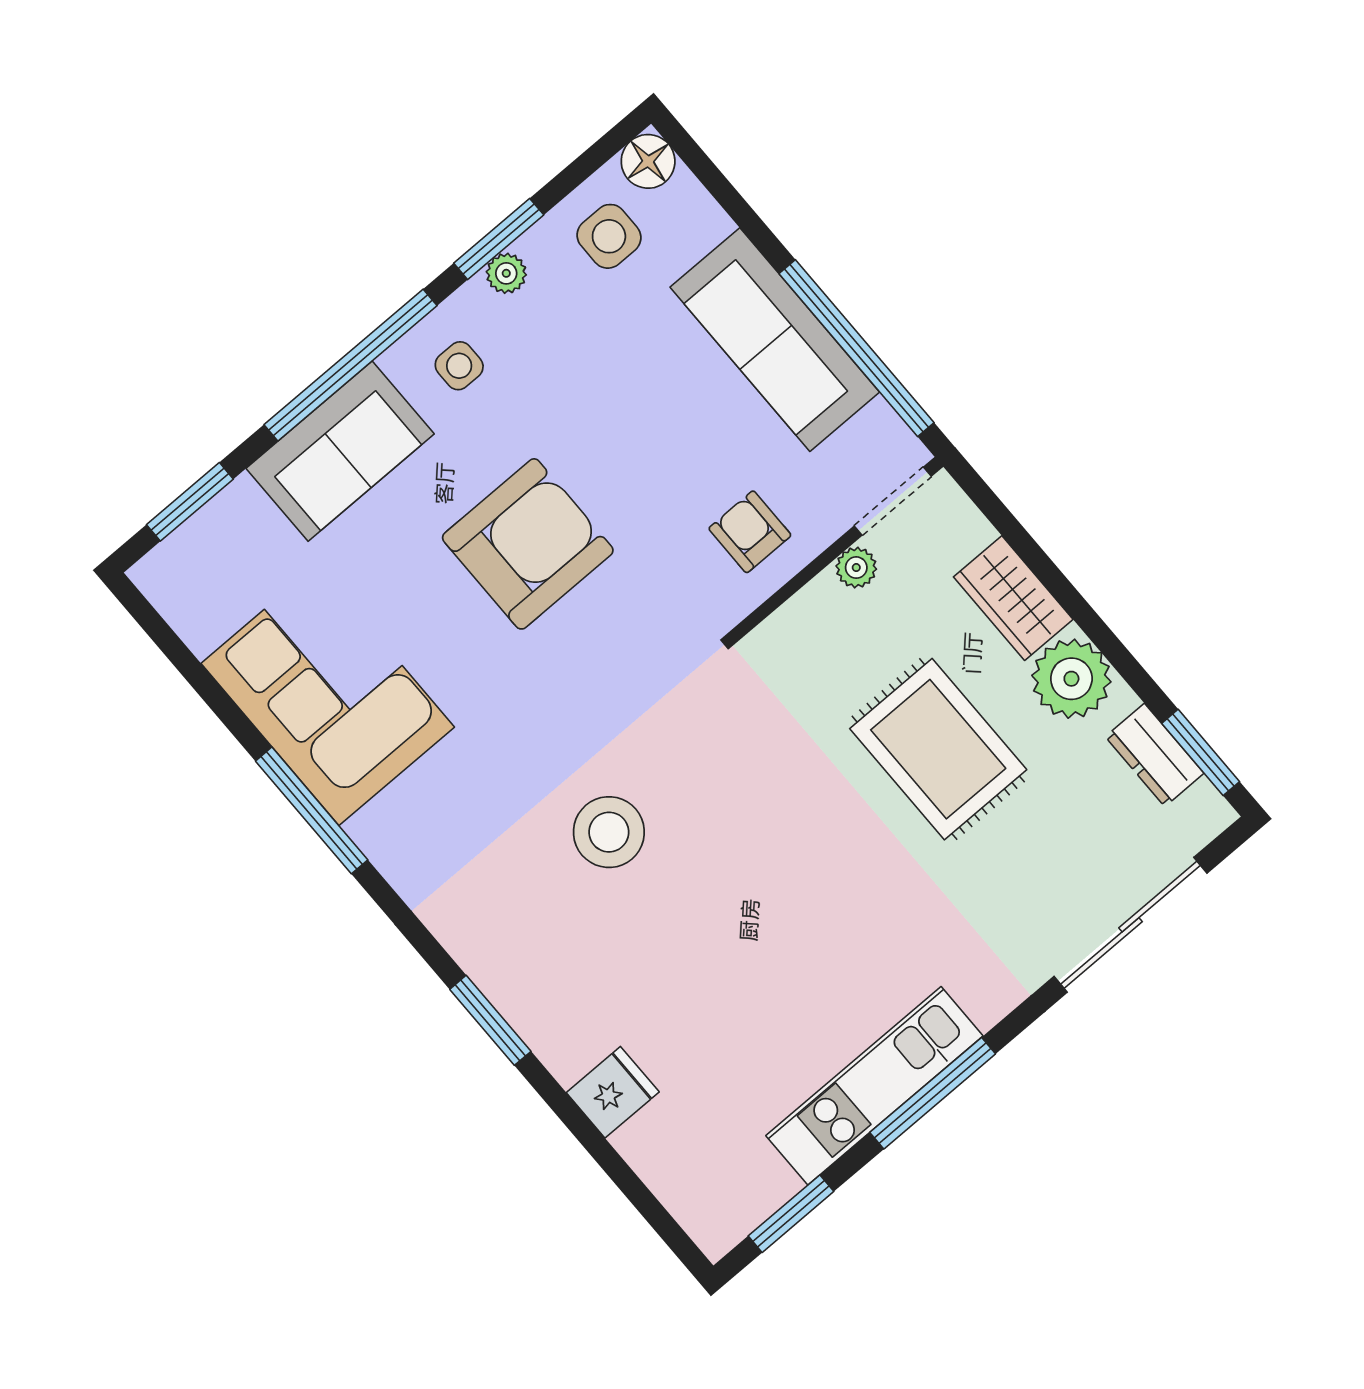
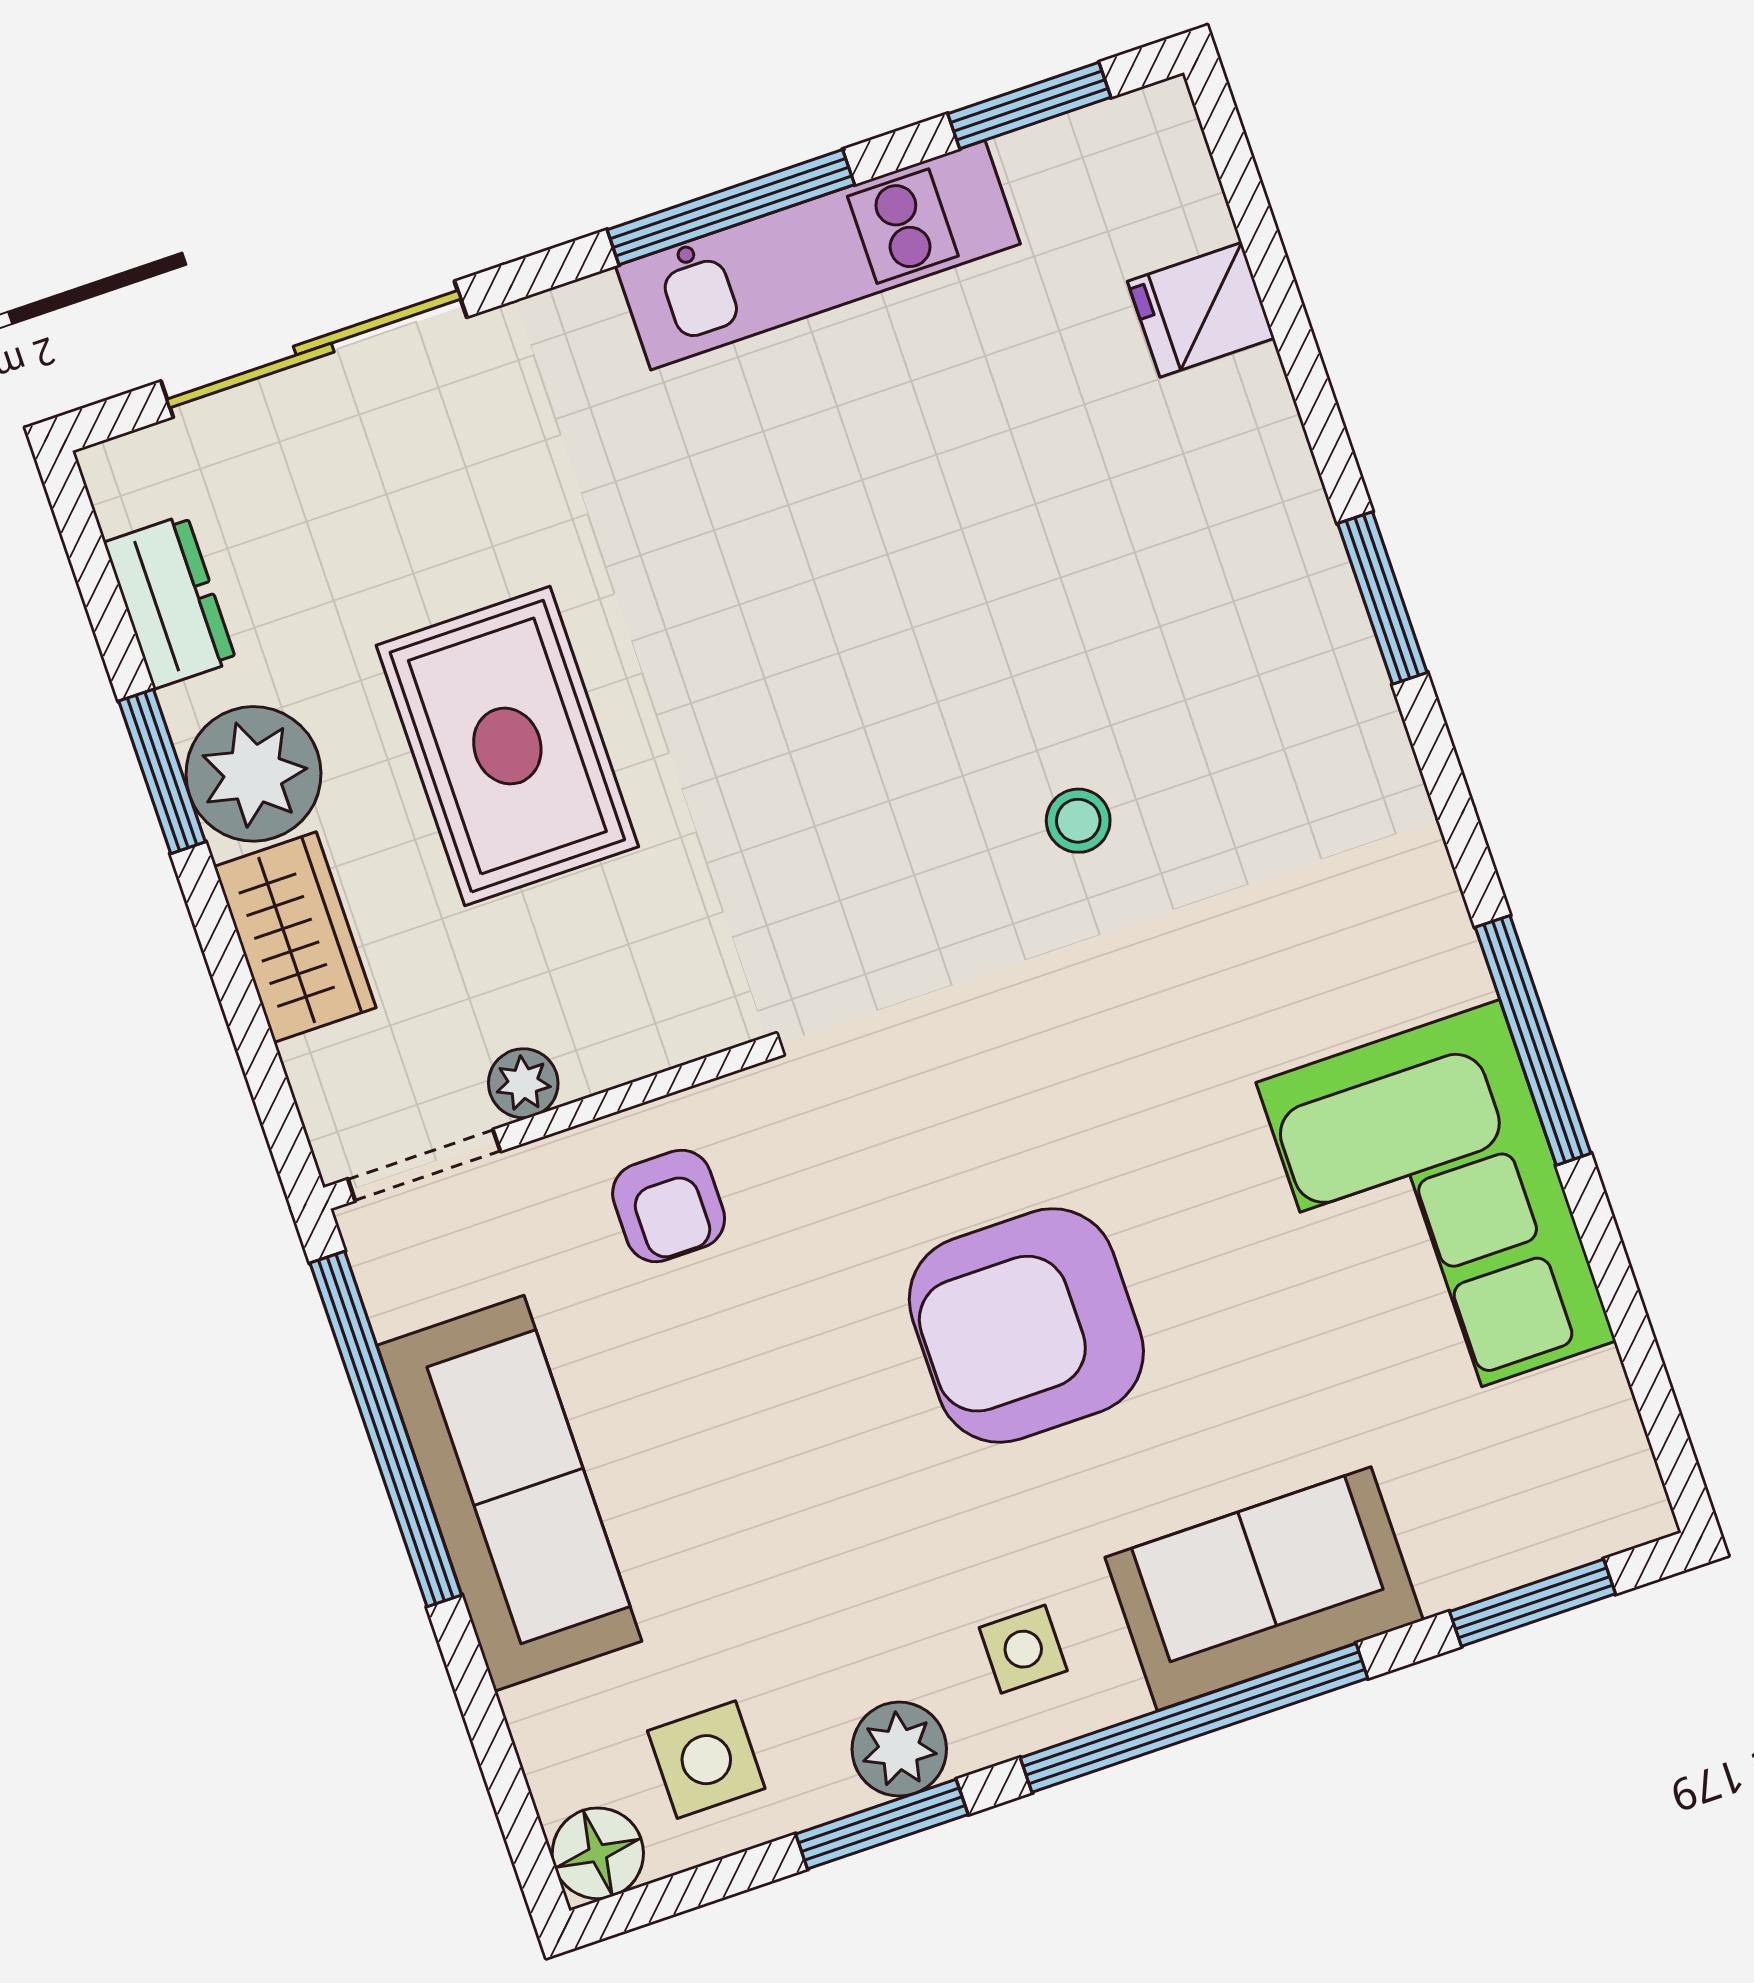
plant: (506, 273) -> (899, 1749), width x1.38, depth x1.38
window: (1201, 752) -> (162, 771), moved
stool: (609, 832) -> (1078, 821), width x0.53, depth x0.53
fridge: (613, 1092) -> (1201, 310), moved

